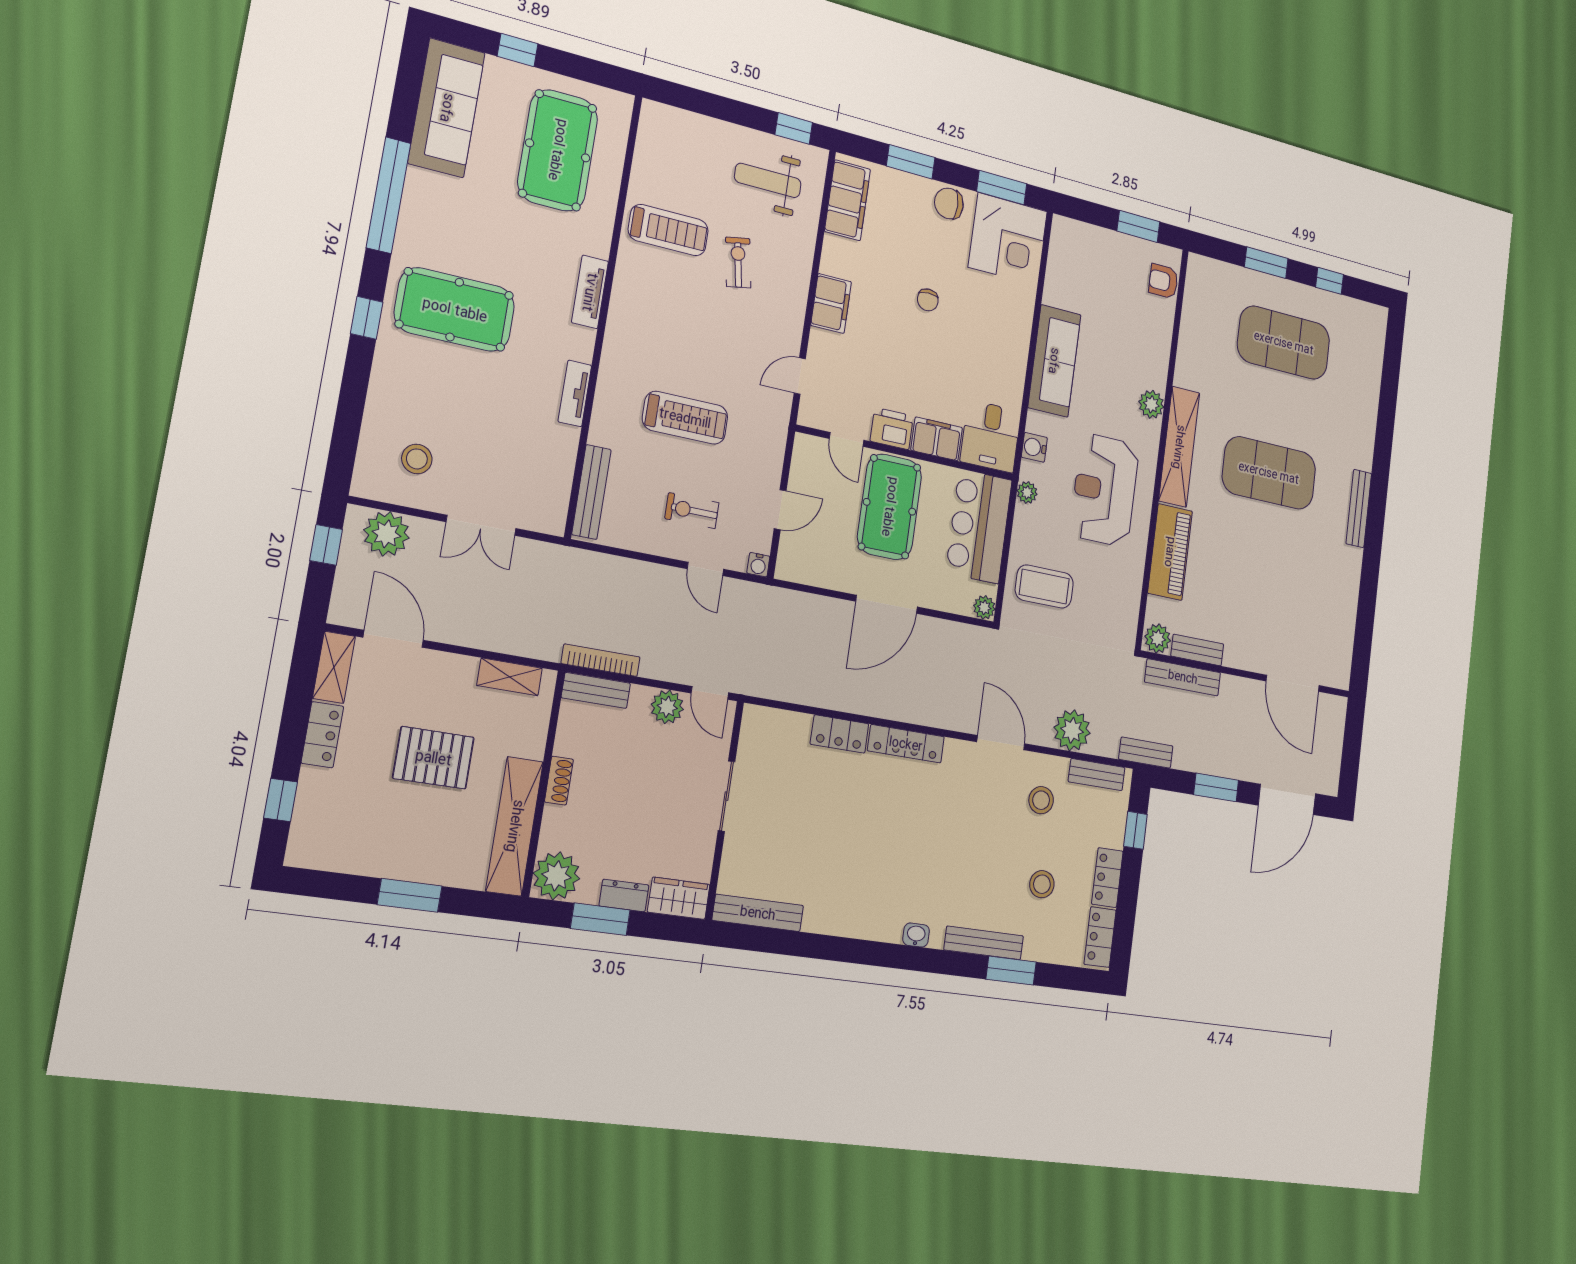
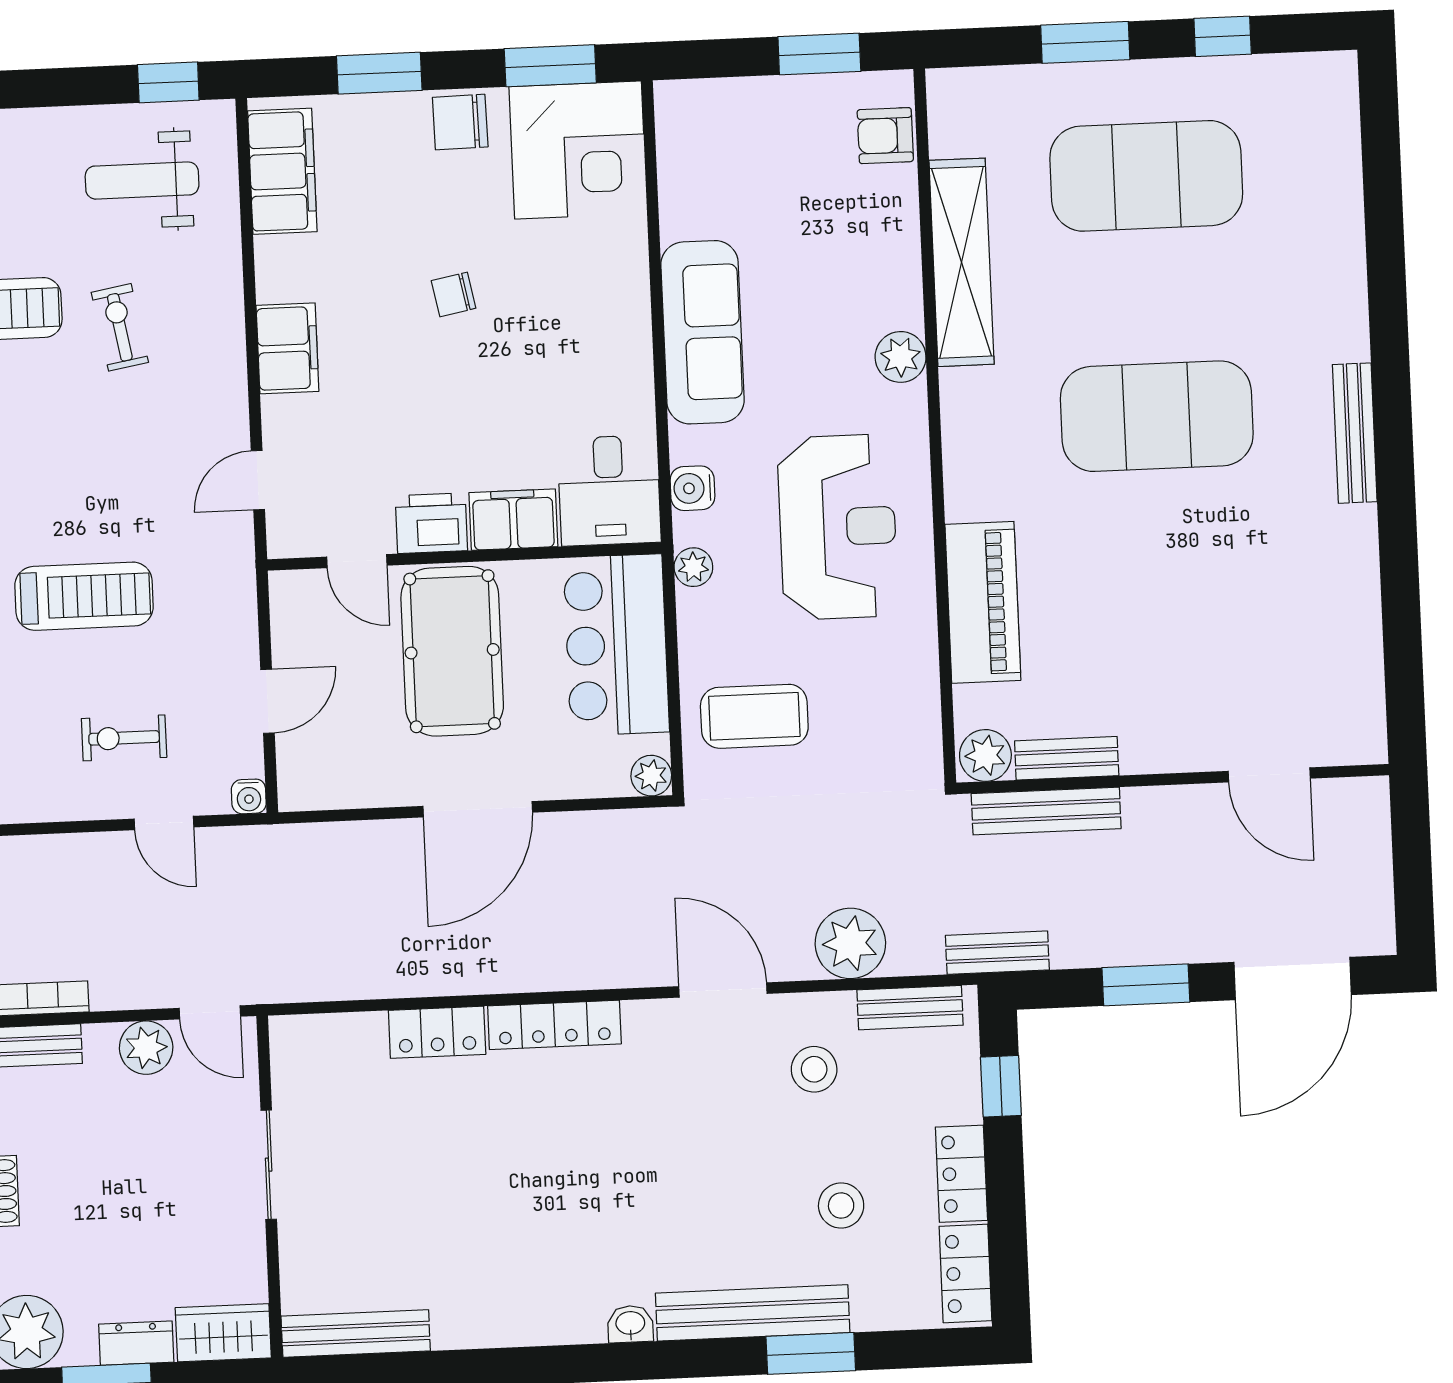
chair: (928, 300) -> (454, 294), turned 79
shelving: (1179, 447) -> (962, 262), moved
reception desk: (1105, 490) -> (838, 527), turned 180
door: (1293, 683) -> (1269, 775), width x0.73
bench: (984, 943) -> (753, 1313), width x1.37, depth x1.21

